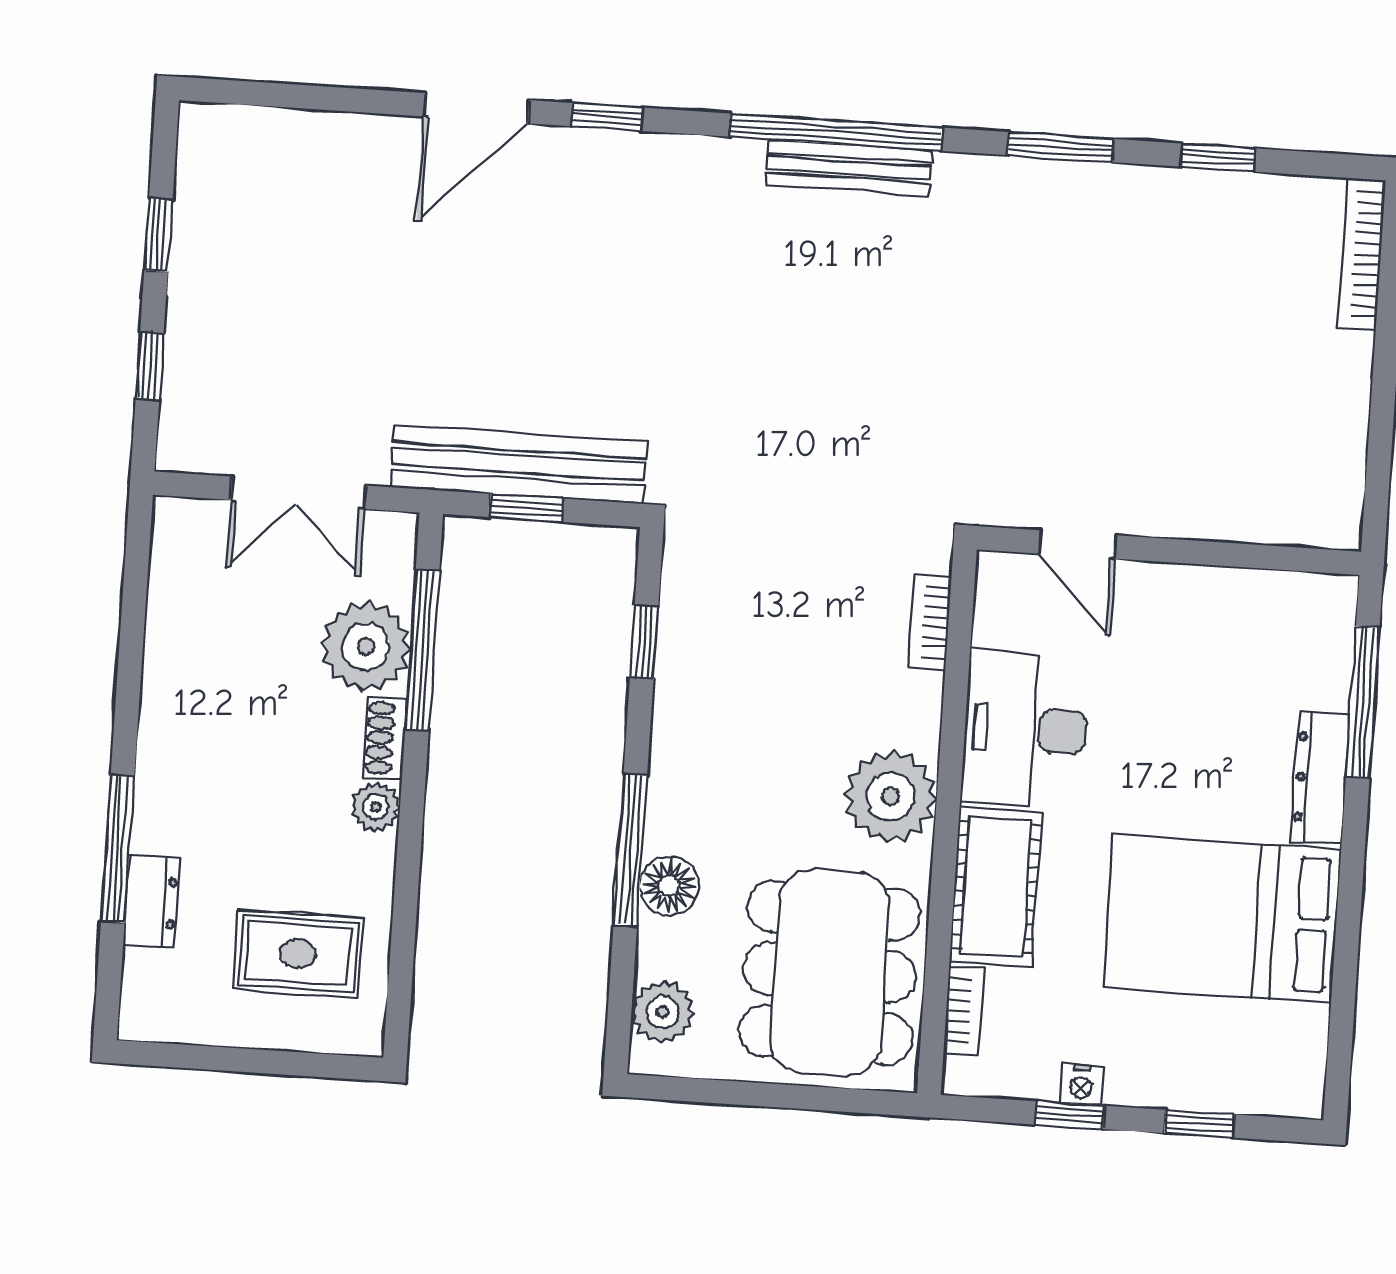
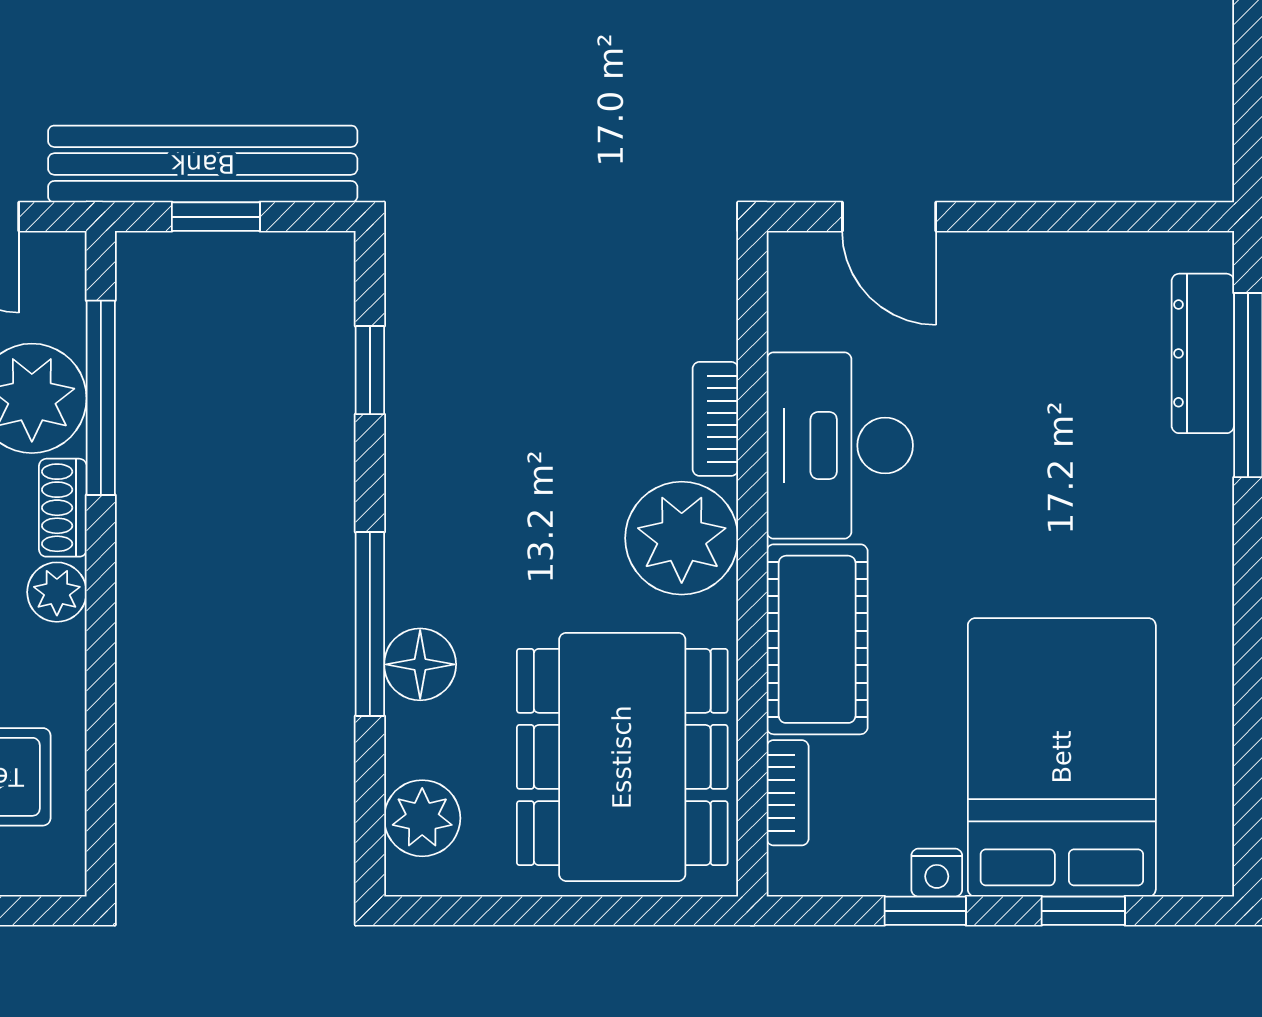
bookcase: (930, 622) -> (715, 419), moved
dresser: (1320, 778) -> (1203, 353), moved
bed: (1222, 919) -> (1062, 757), moved, turned 90

